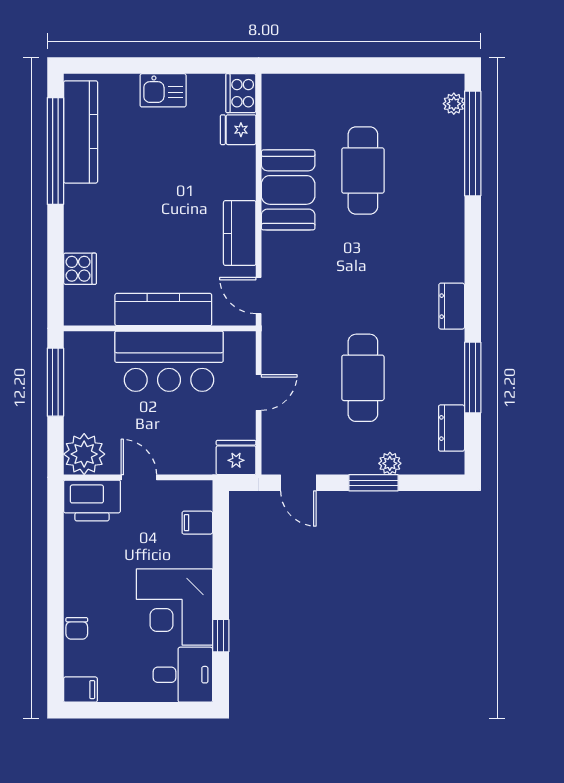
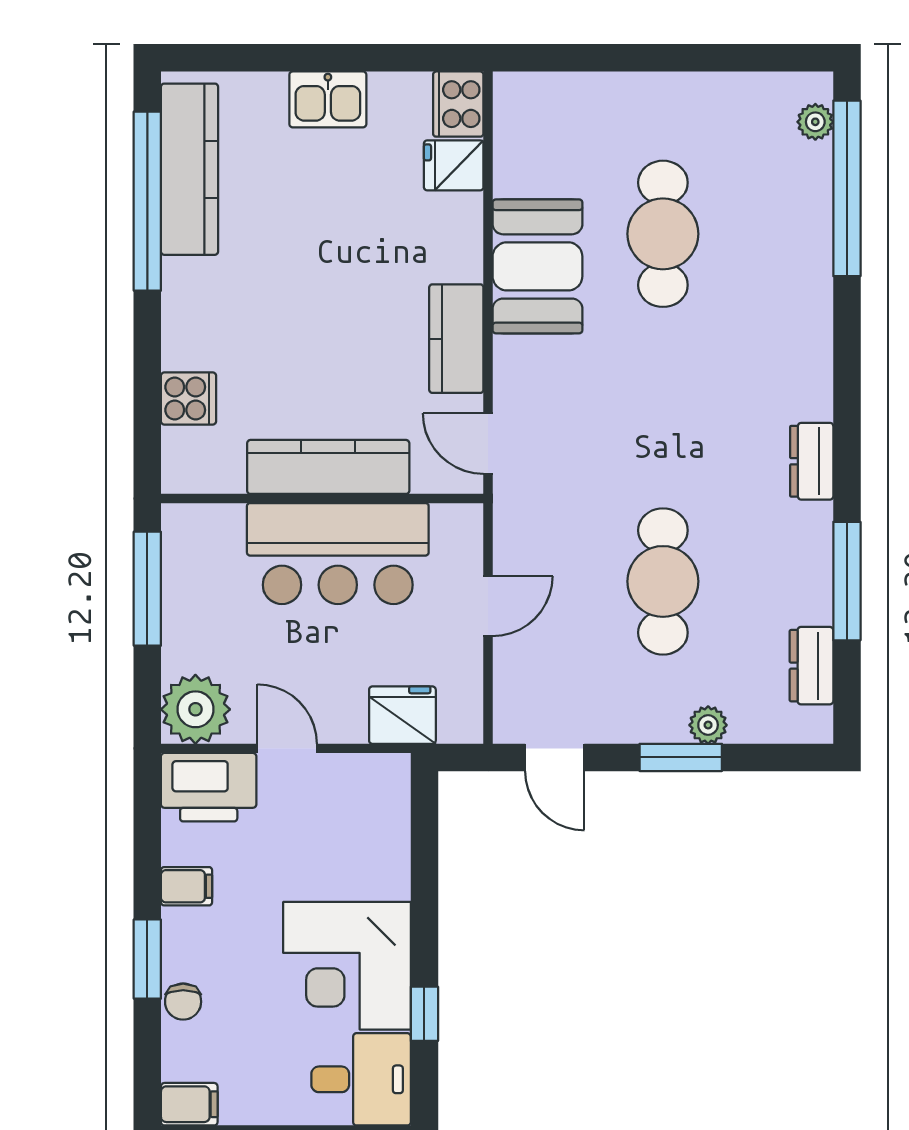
fridge: (236, 458) -> (402, 715), moved
filing cabinet: (197, 523) -> (187, 886), moved, turned 180
window: (55, 603) -> (147, 959), added

